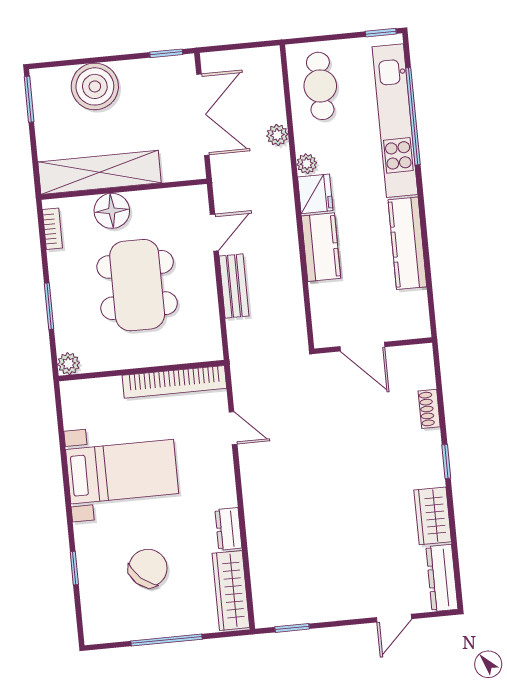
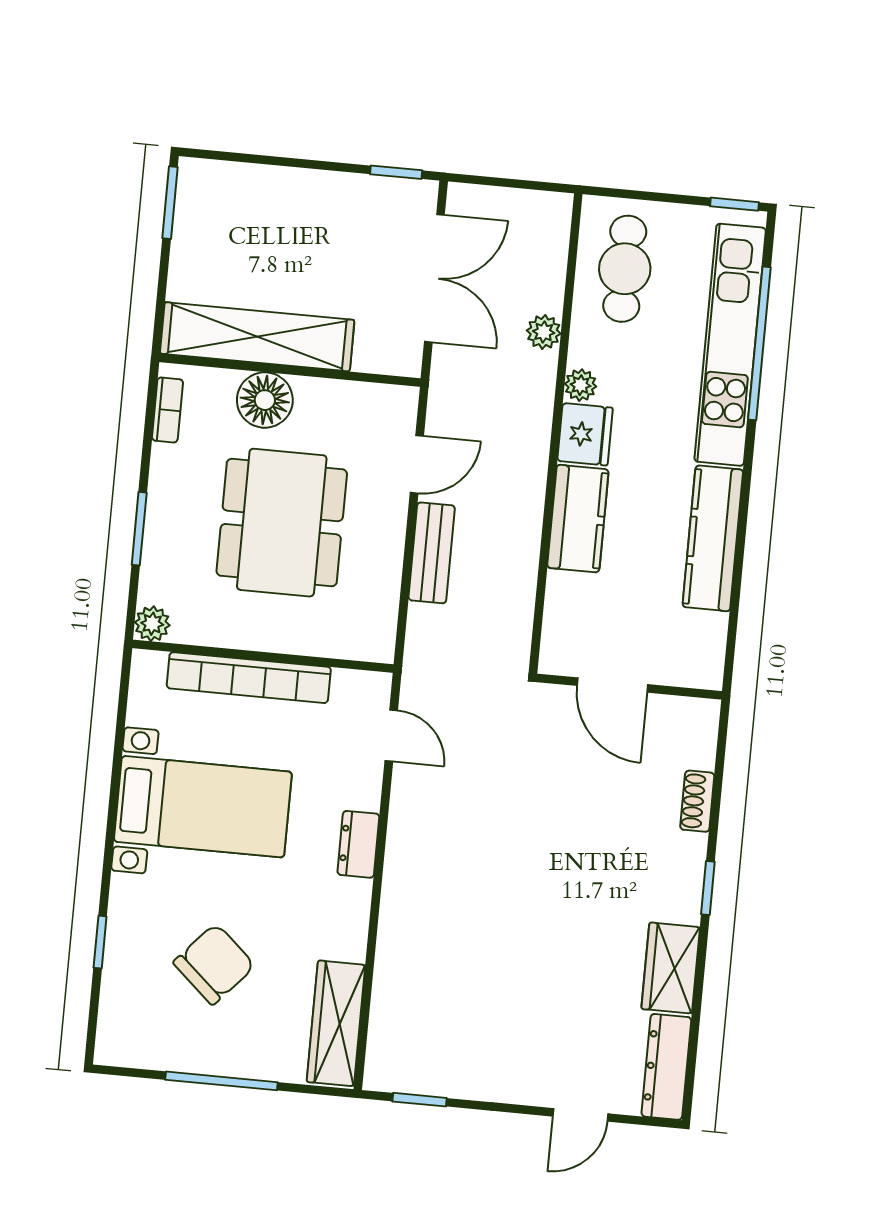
boiler: (95, 86) -> (276, 202), removed
bookcase: (174, 382) -> (249, 678), moved
door: (233, 428) -> (391, 736), moved
dresser: (228, 529) -> (358, 844), moved

